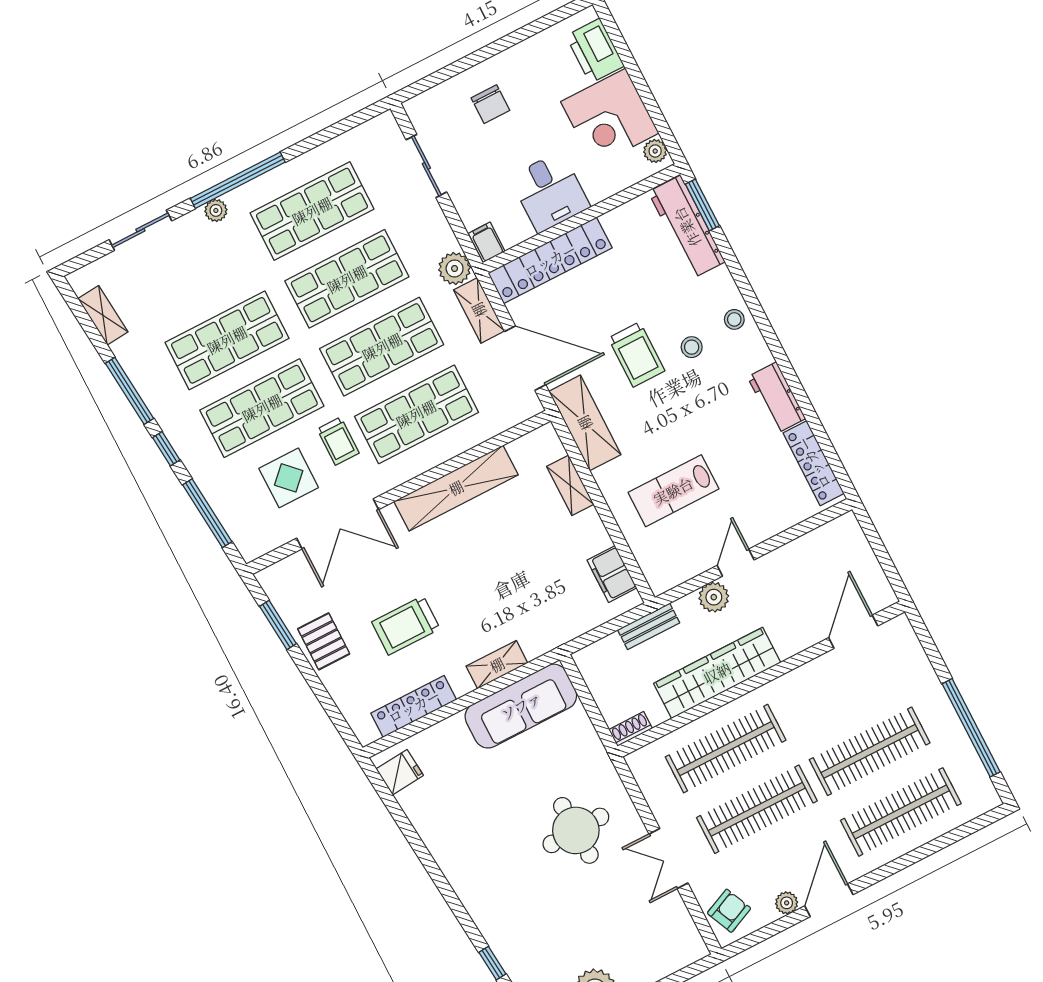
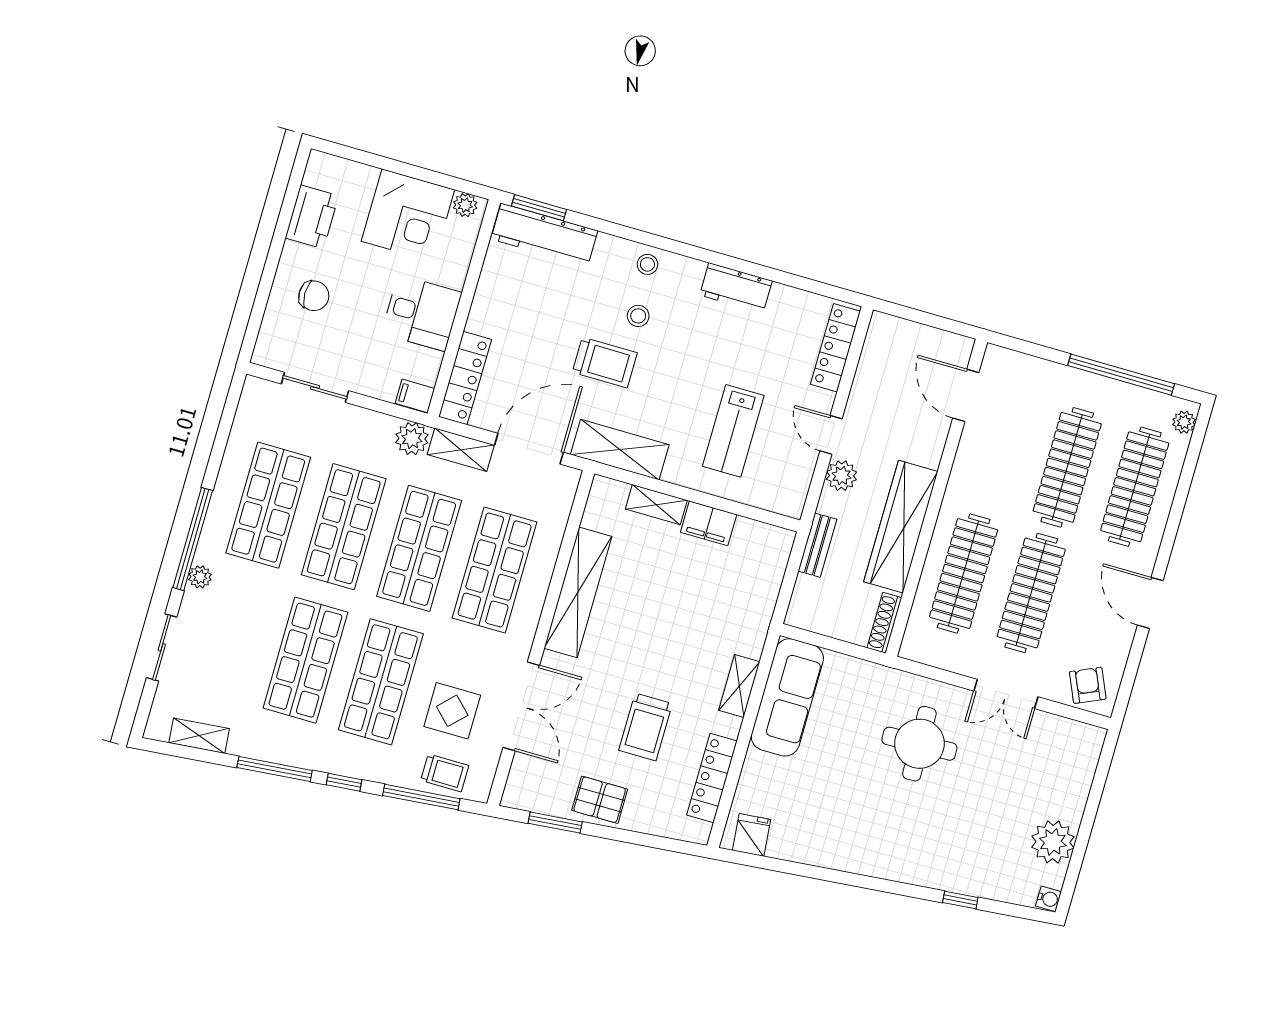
printer: (595, 51) -> (312, 217), moved, turned -90
locker: (550, 260) -> (465, 378), width x0.71, depth x0.83
trolley: (338, 441) -> (445, 773), moved
locker: (814, 463) -> (835, 348), moved, turned 90
filing cabinet: (612, 574) -> (709, 523), moved
shoe rack: (631, 729) -> (884, 623), width x1.43
plant: (787, 903) -> (1184, 422), moved

